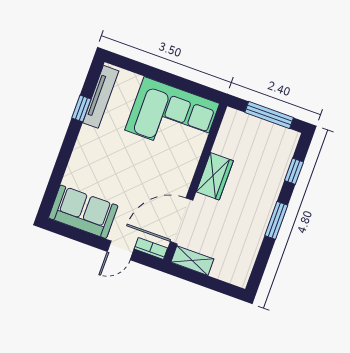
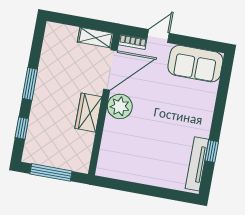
corner sofa: (172, 117) -> (133, 157), removed
plant: (178, 177) -> (120, 106), added

